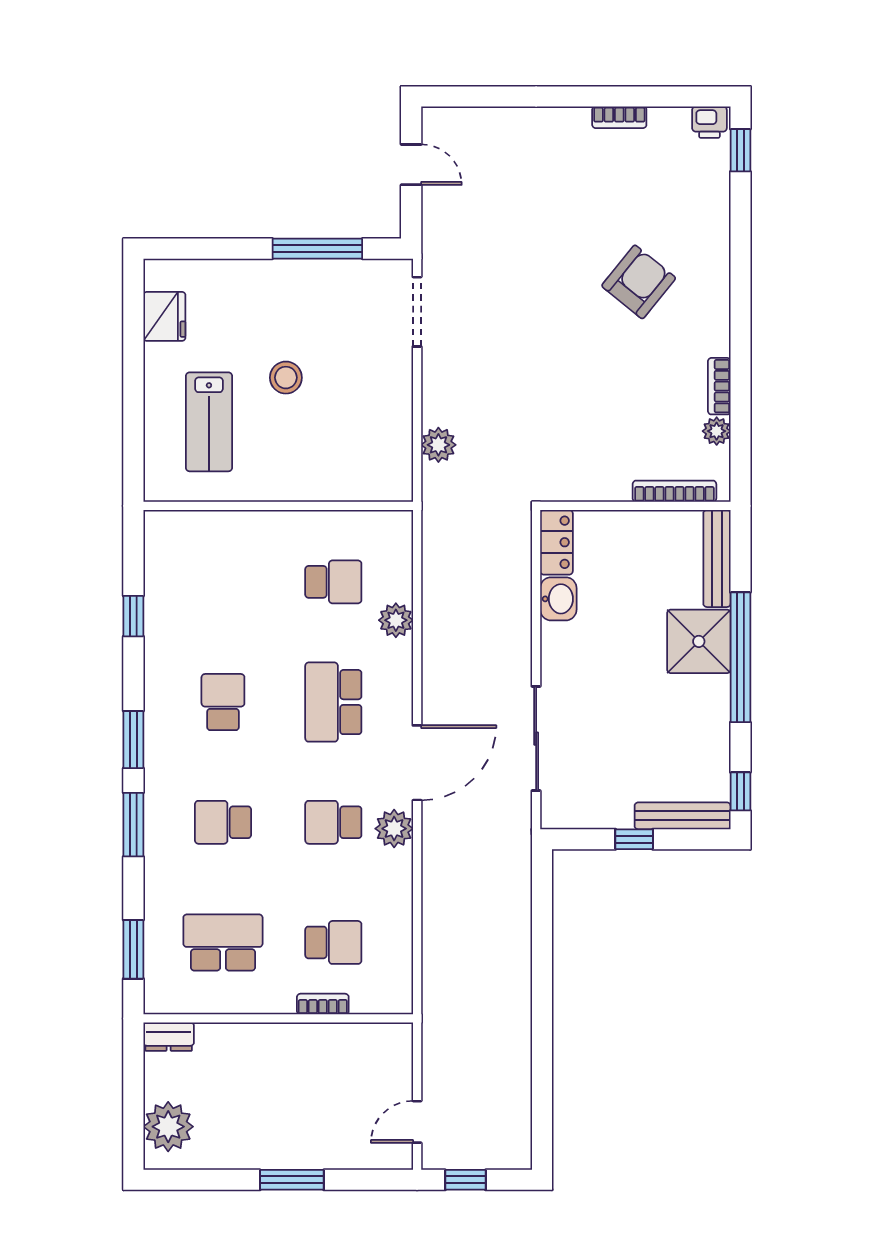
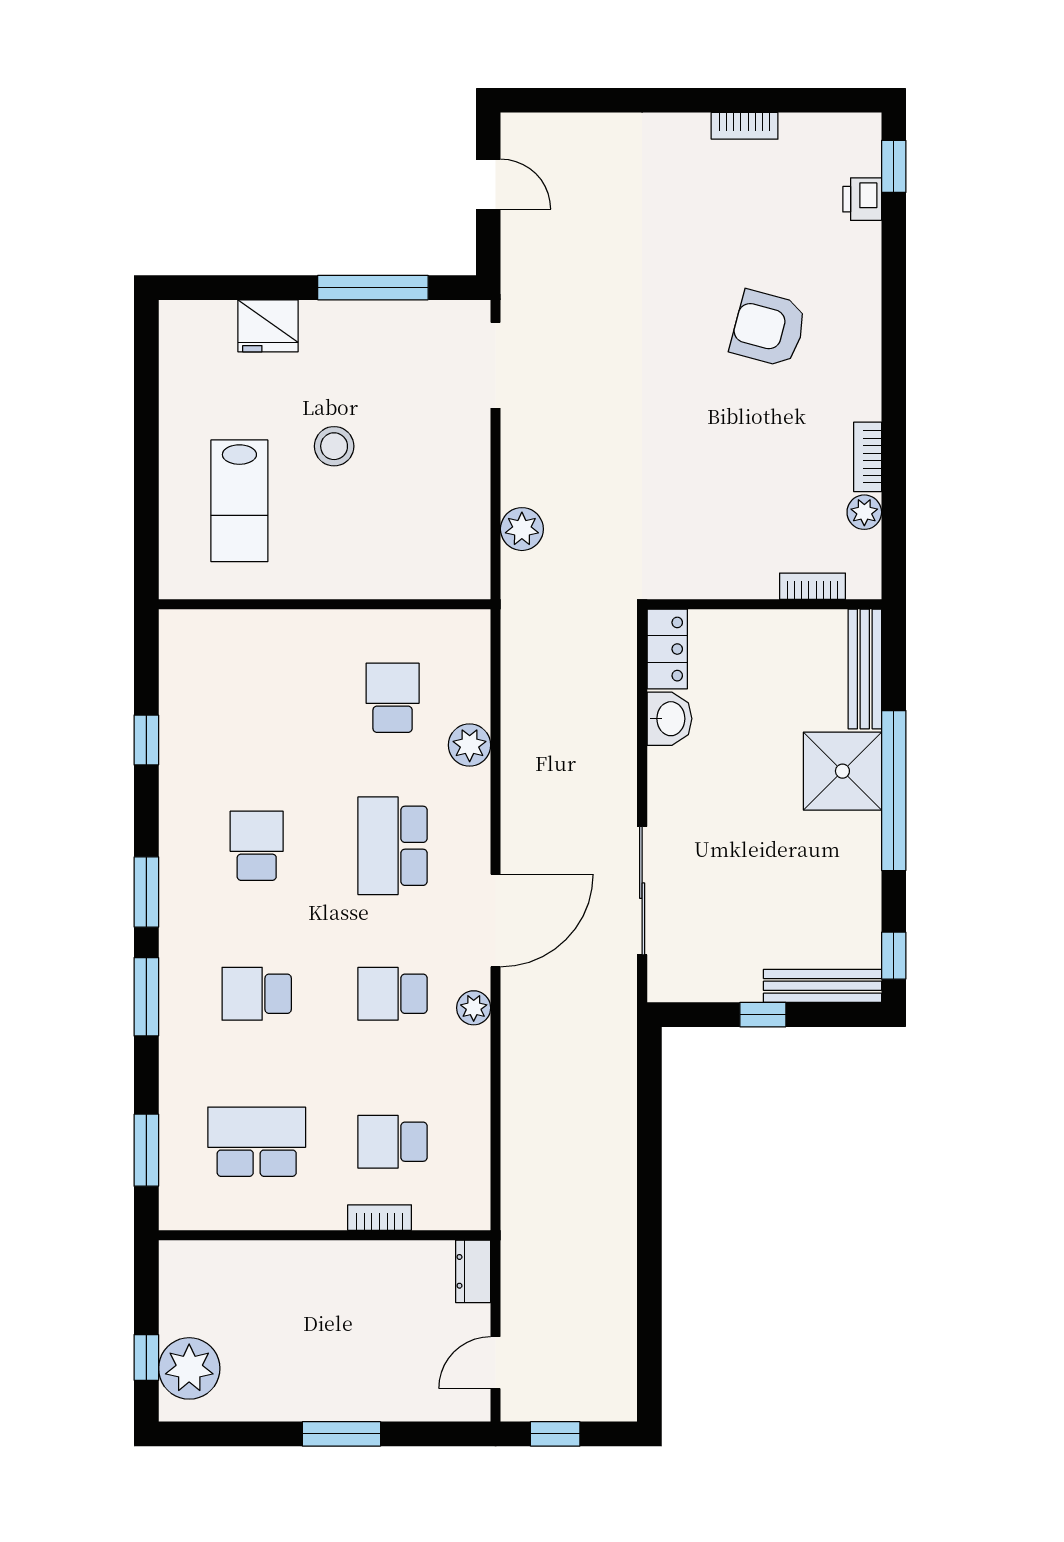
printer: (709, 122) -> (862, 199), moved, turned 90
armchair: (639, 282) -> (768, 328), turned -114
fridge: (164, 316) -> (268, 326), moved, turned 90
bookcase: (674, 491) -> (813, 586), width x0.64
school desk: (333, 582) -> (393, 698), turned -90
plant: (394, 829) -> (474, 1008), width x0.73, depth x0.73
school desk: (333, 942) -> (393, 1142), turned 180
dresser: (169, 1037) -> (473, 1271), moved, turned 90
window: (133, 1118) -> (146, 1357), added

